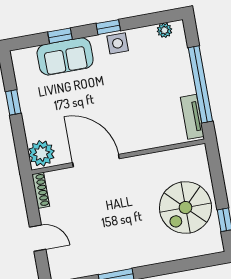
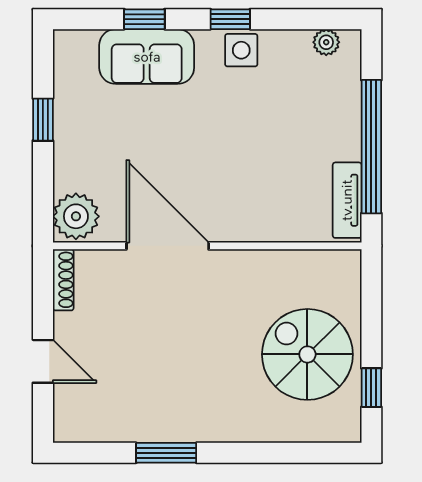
spiral stairs: (185, 208) -> (307, 354), turned 90

